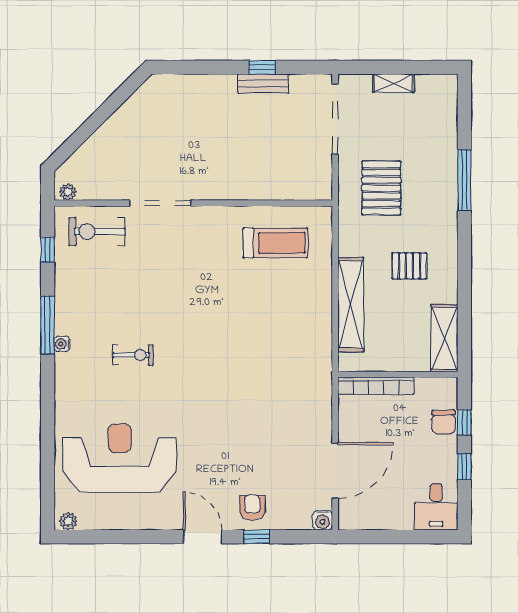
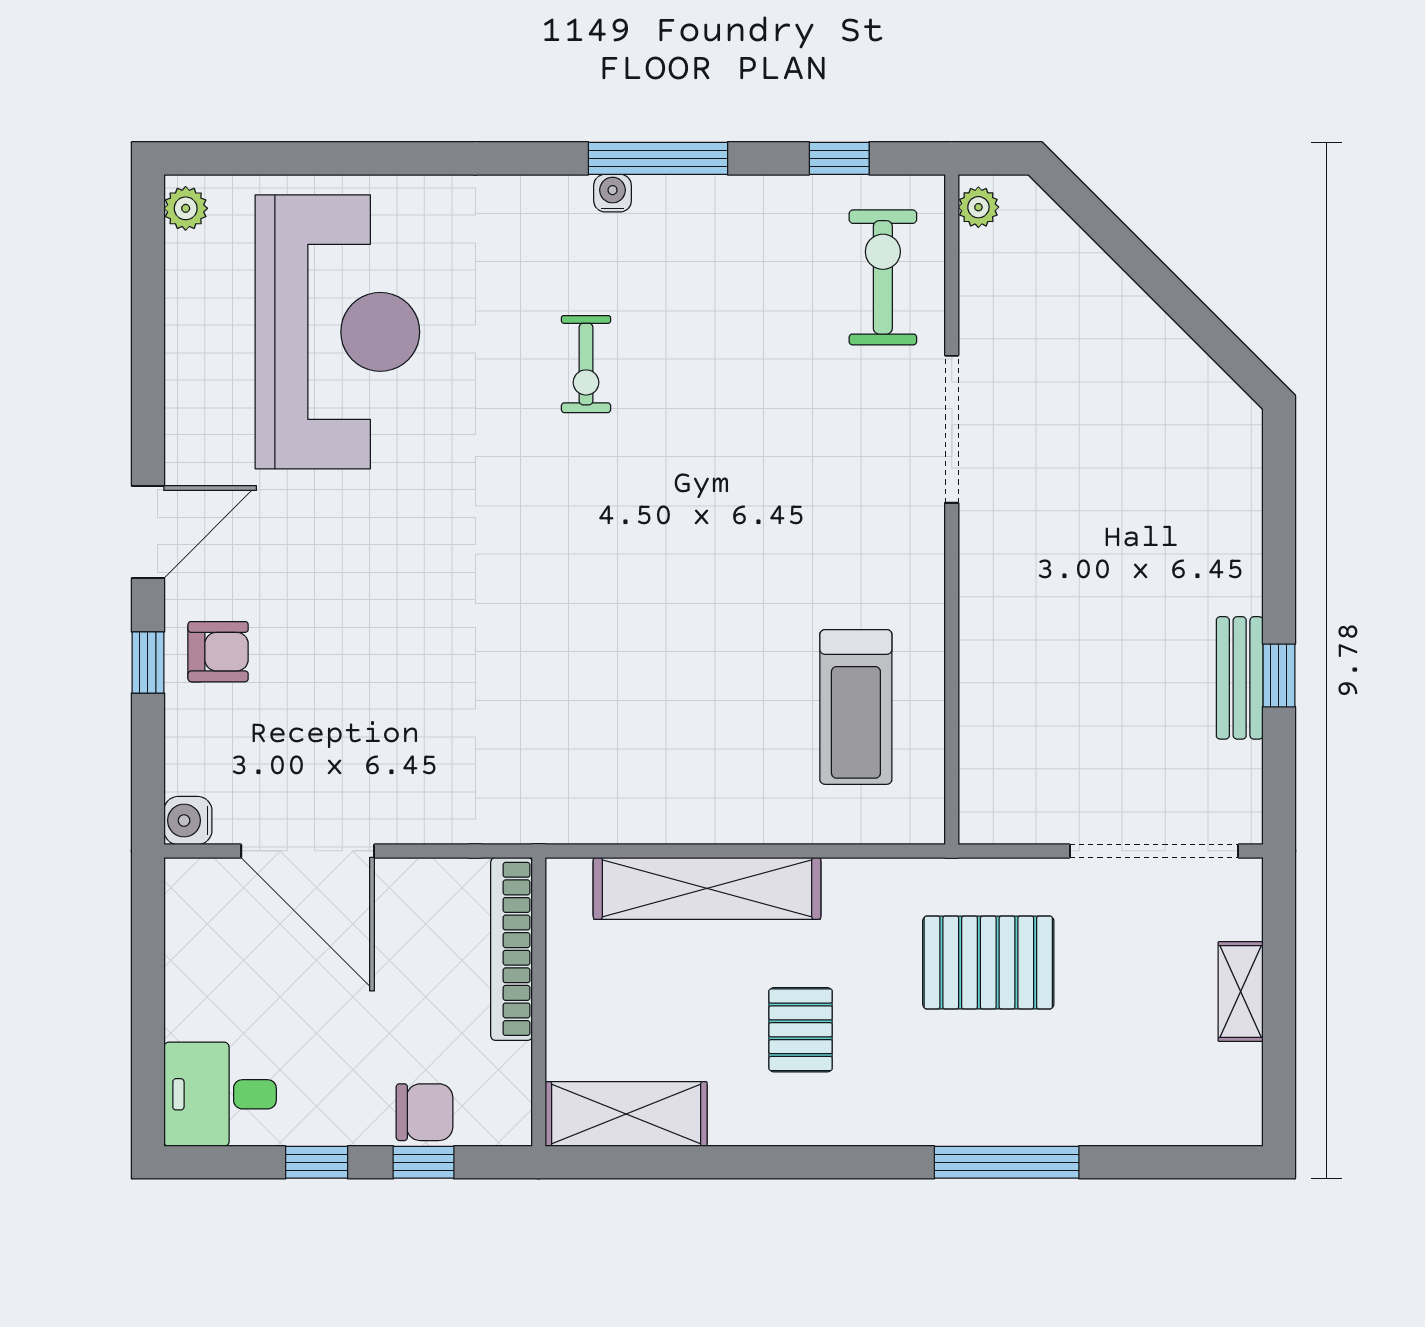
chair: (444, 422) -> (425, 1112), turned 180

